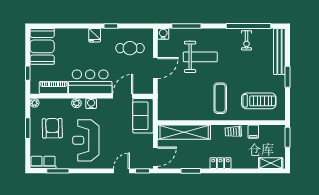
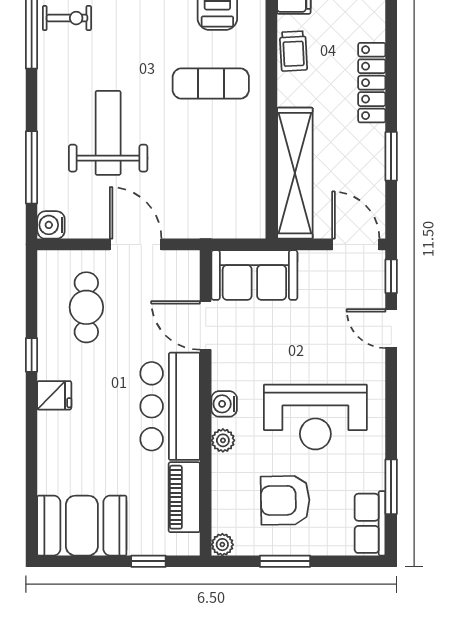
locker: (220, 163) -> (372, 83), width x1.53

